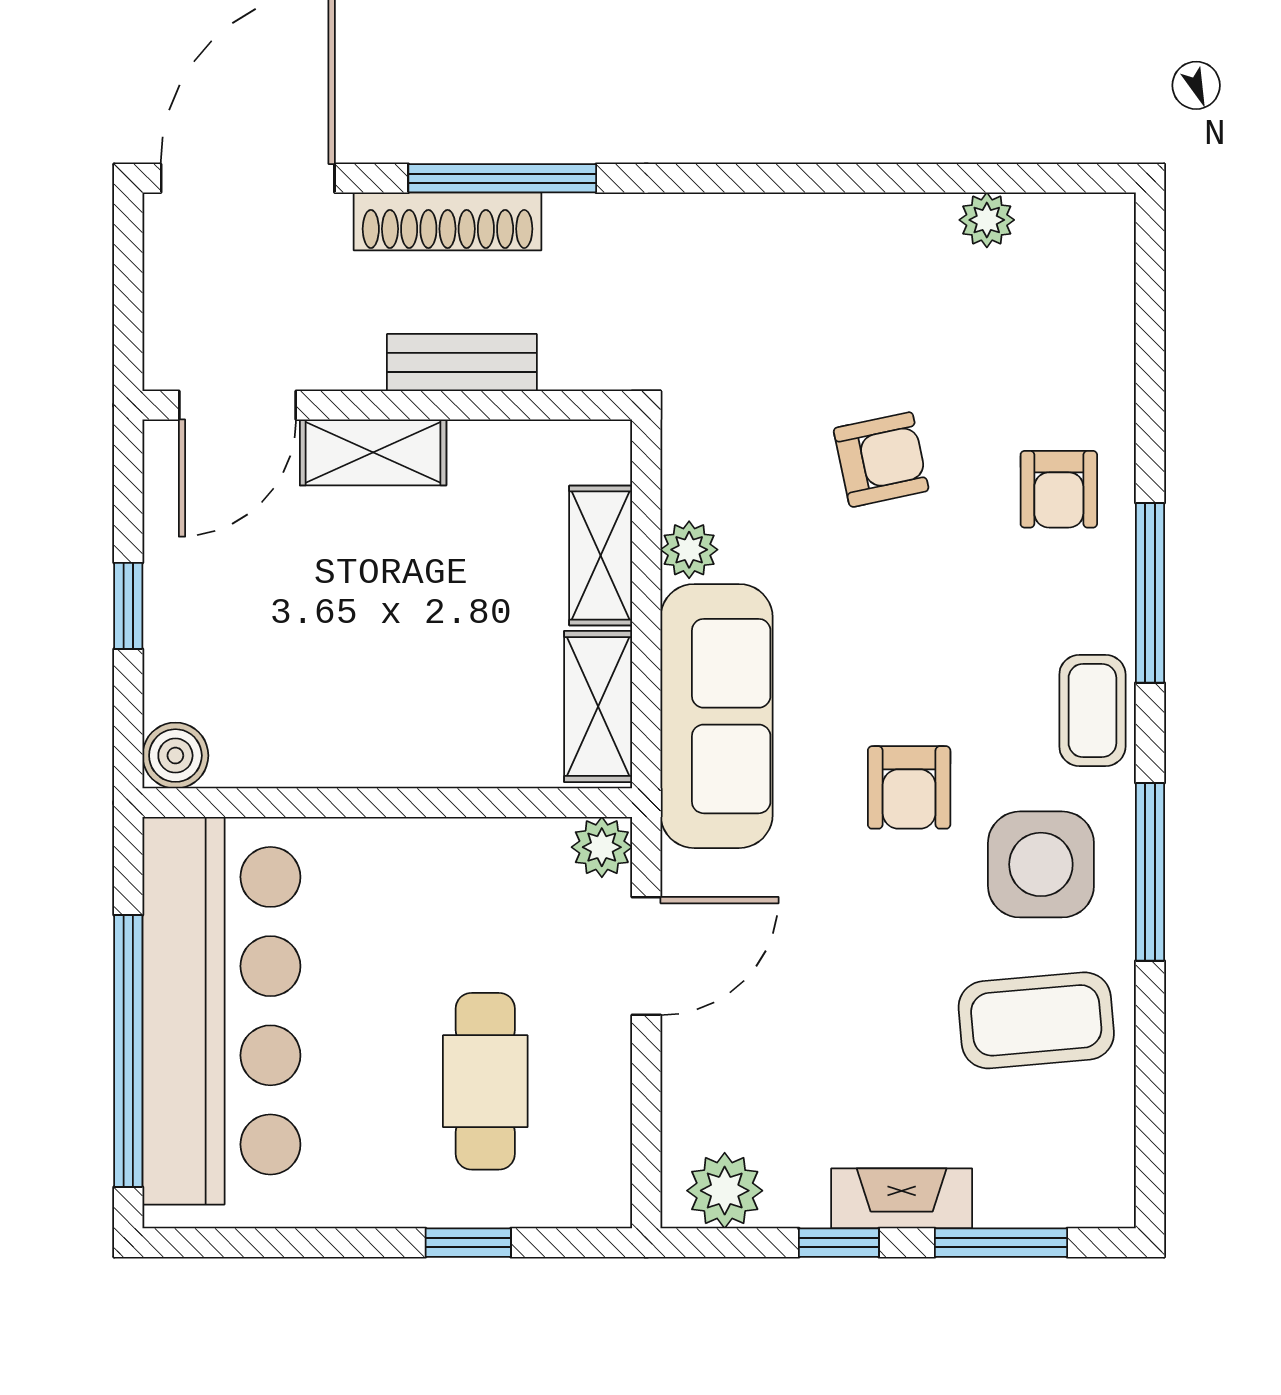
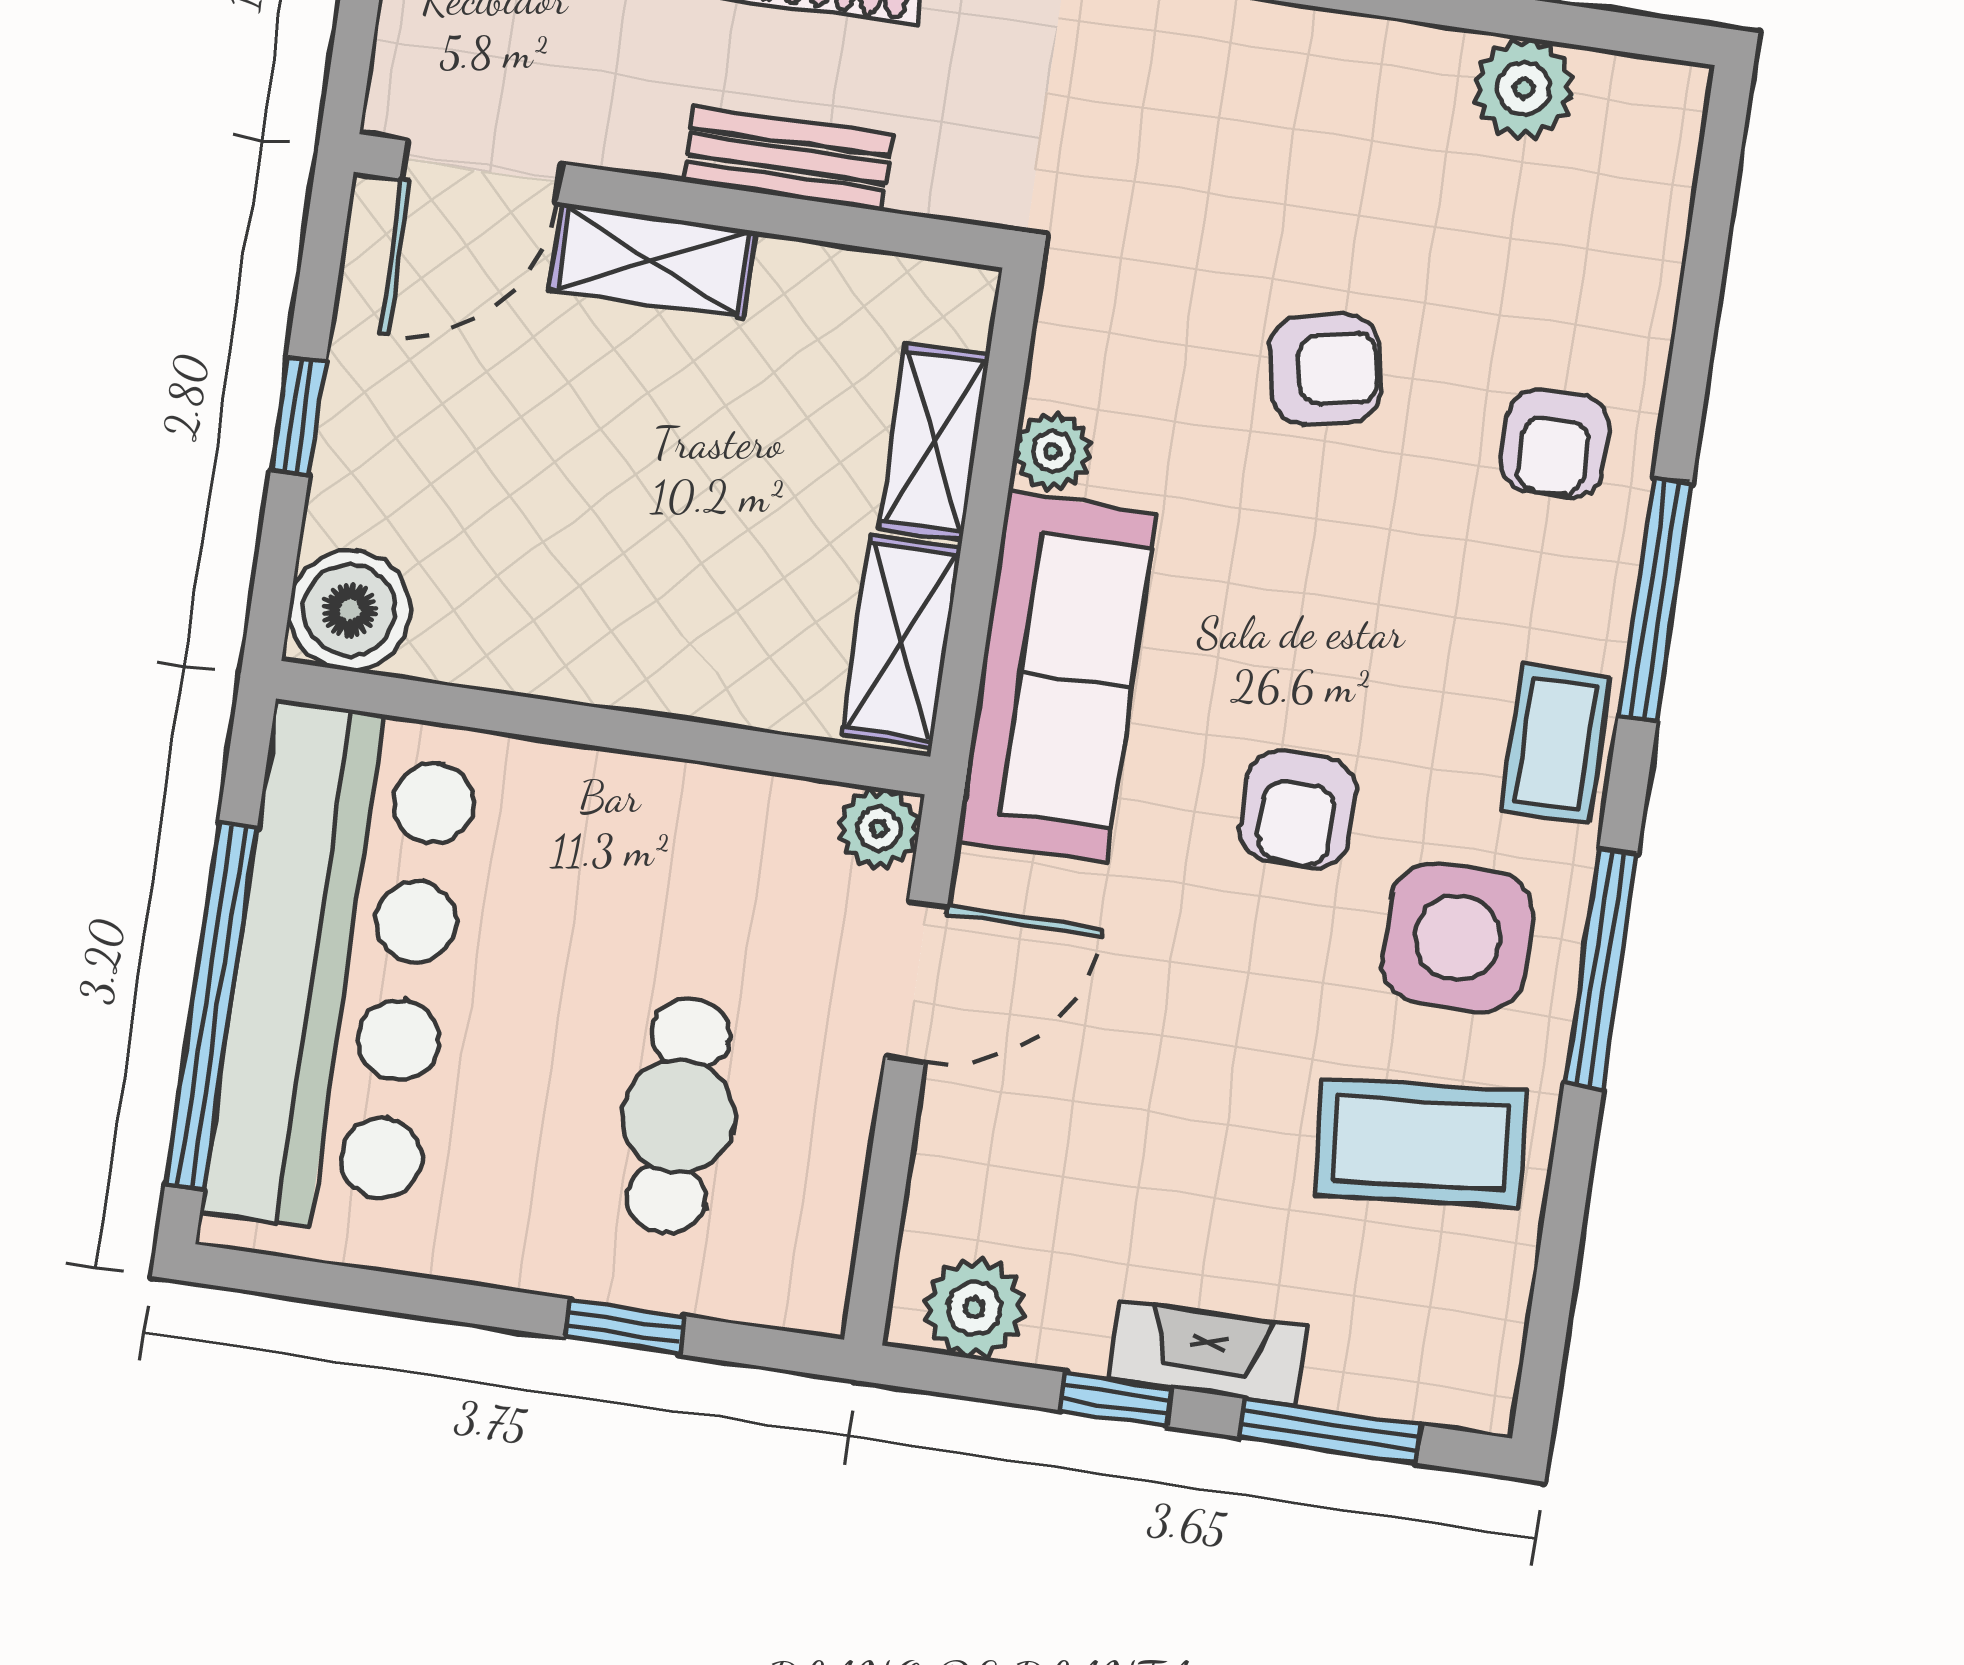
plant: (987, 220) -> (1524, 88), width x1.38, depth x1.38
boiler: (175, 756) -> (350, 610), width x1.36, depth x1.36

